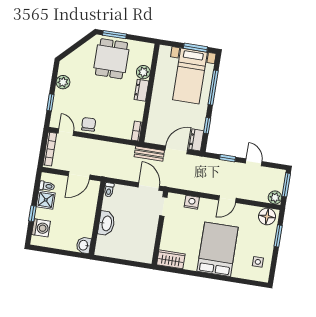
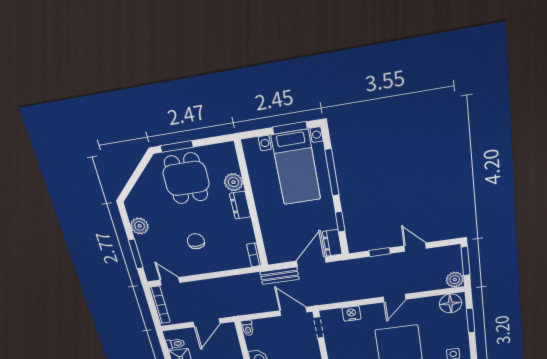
window: (50, 102) -> (136, 254), width x1.50
chair: (89, 124) -> (196, 241), moved

